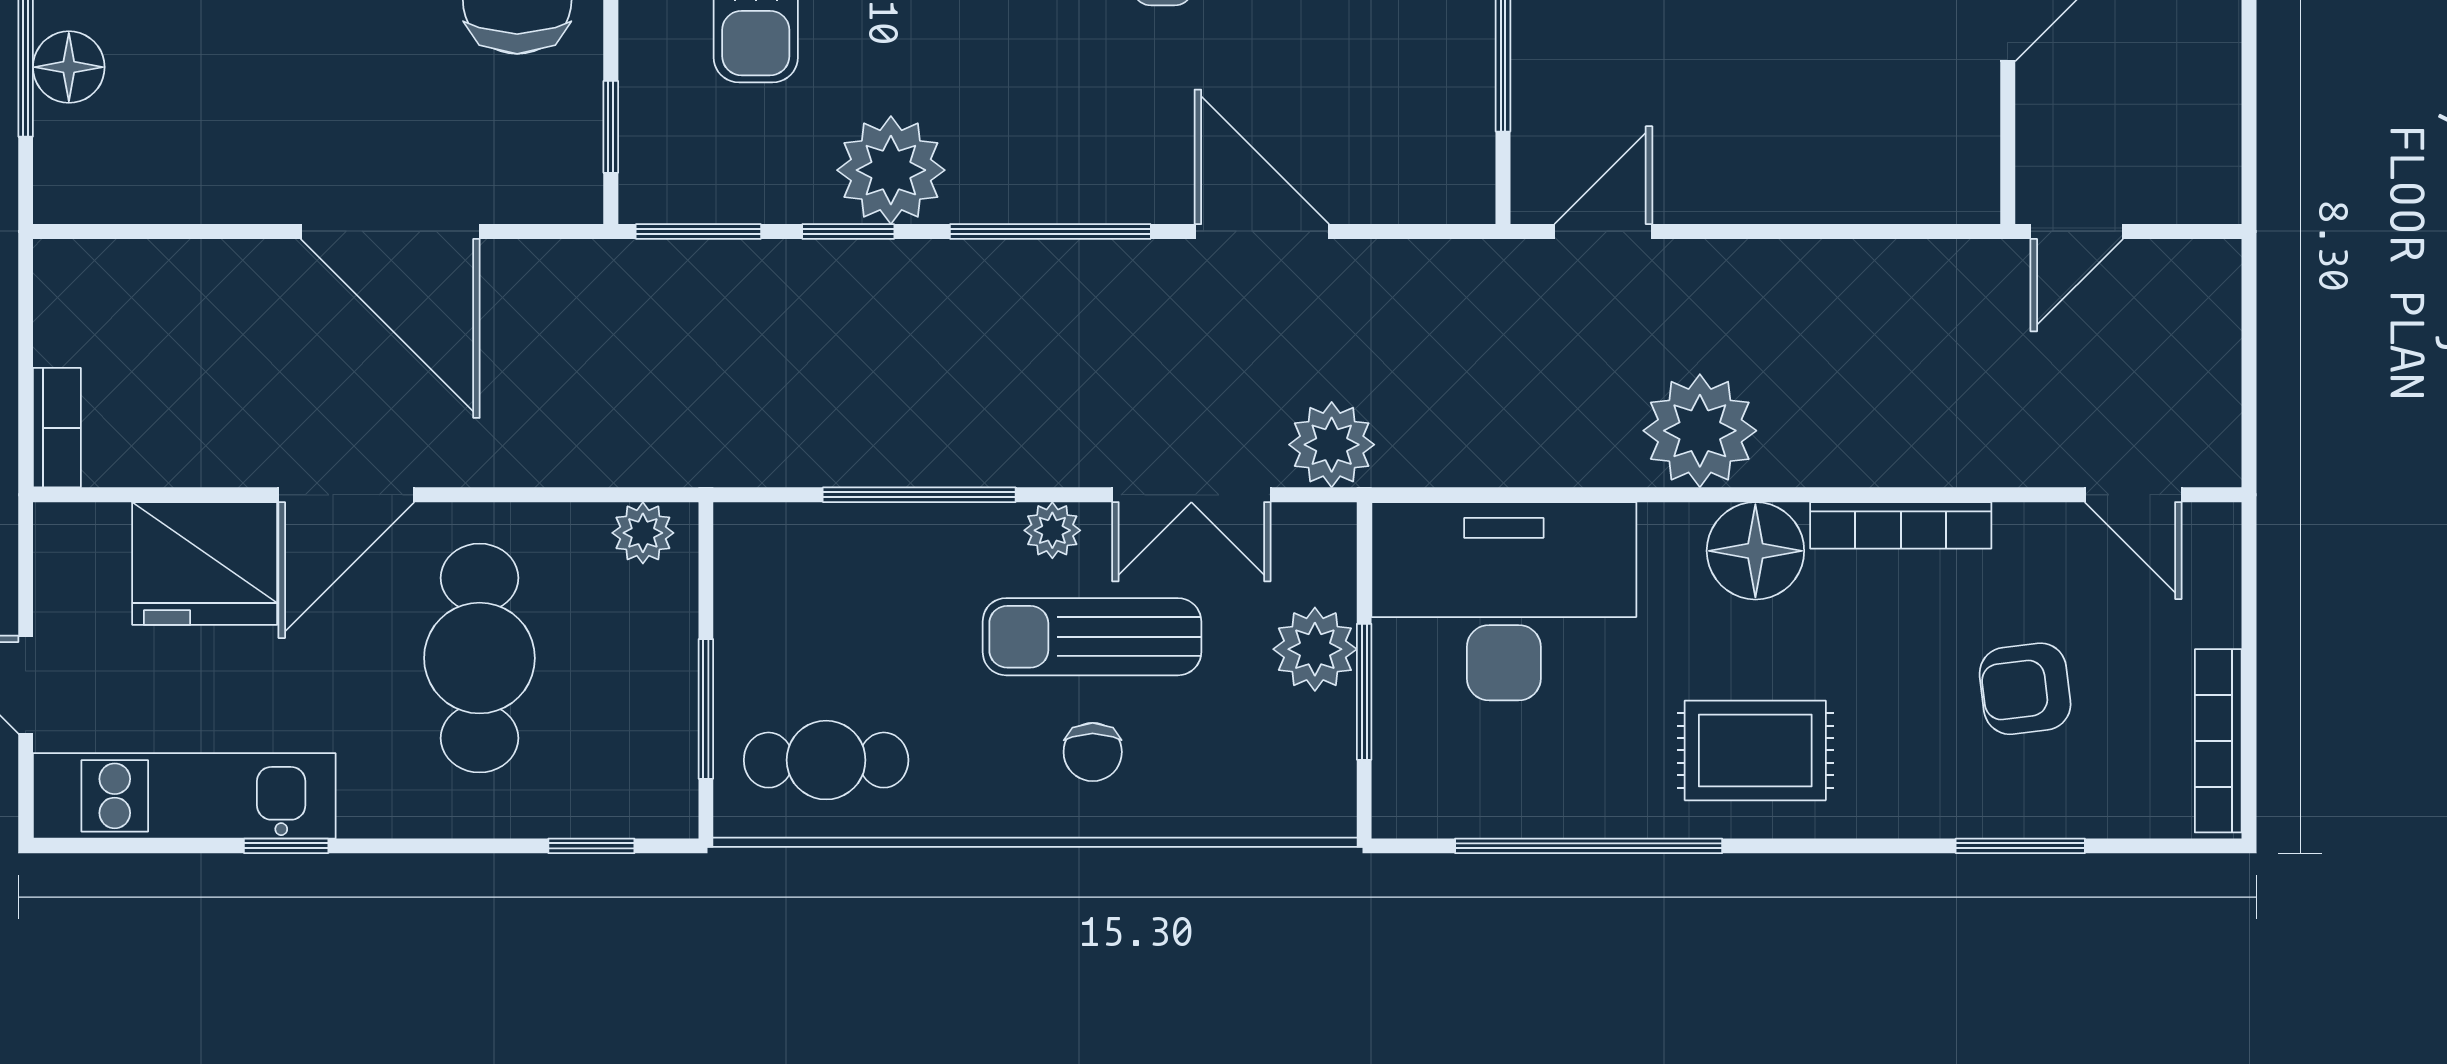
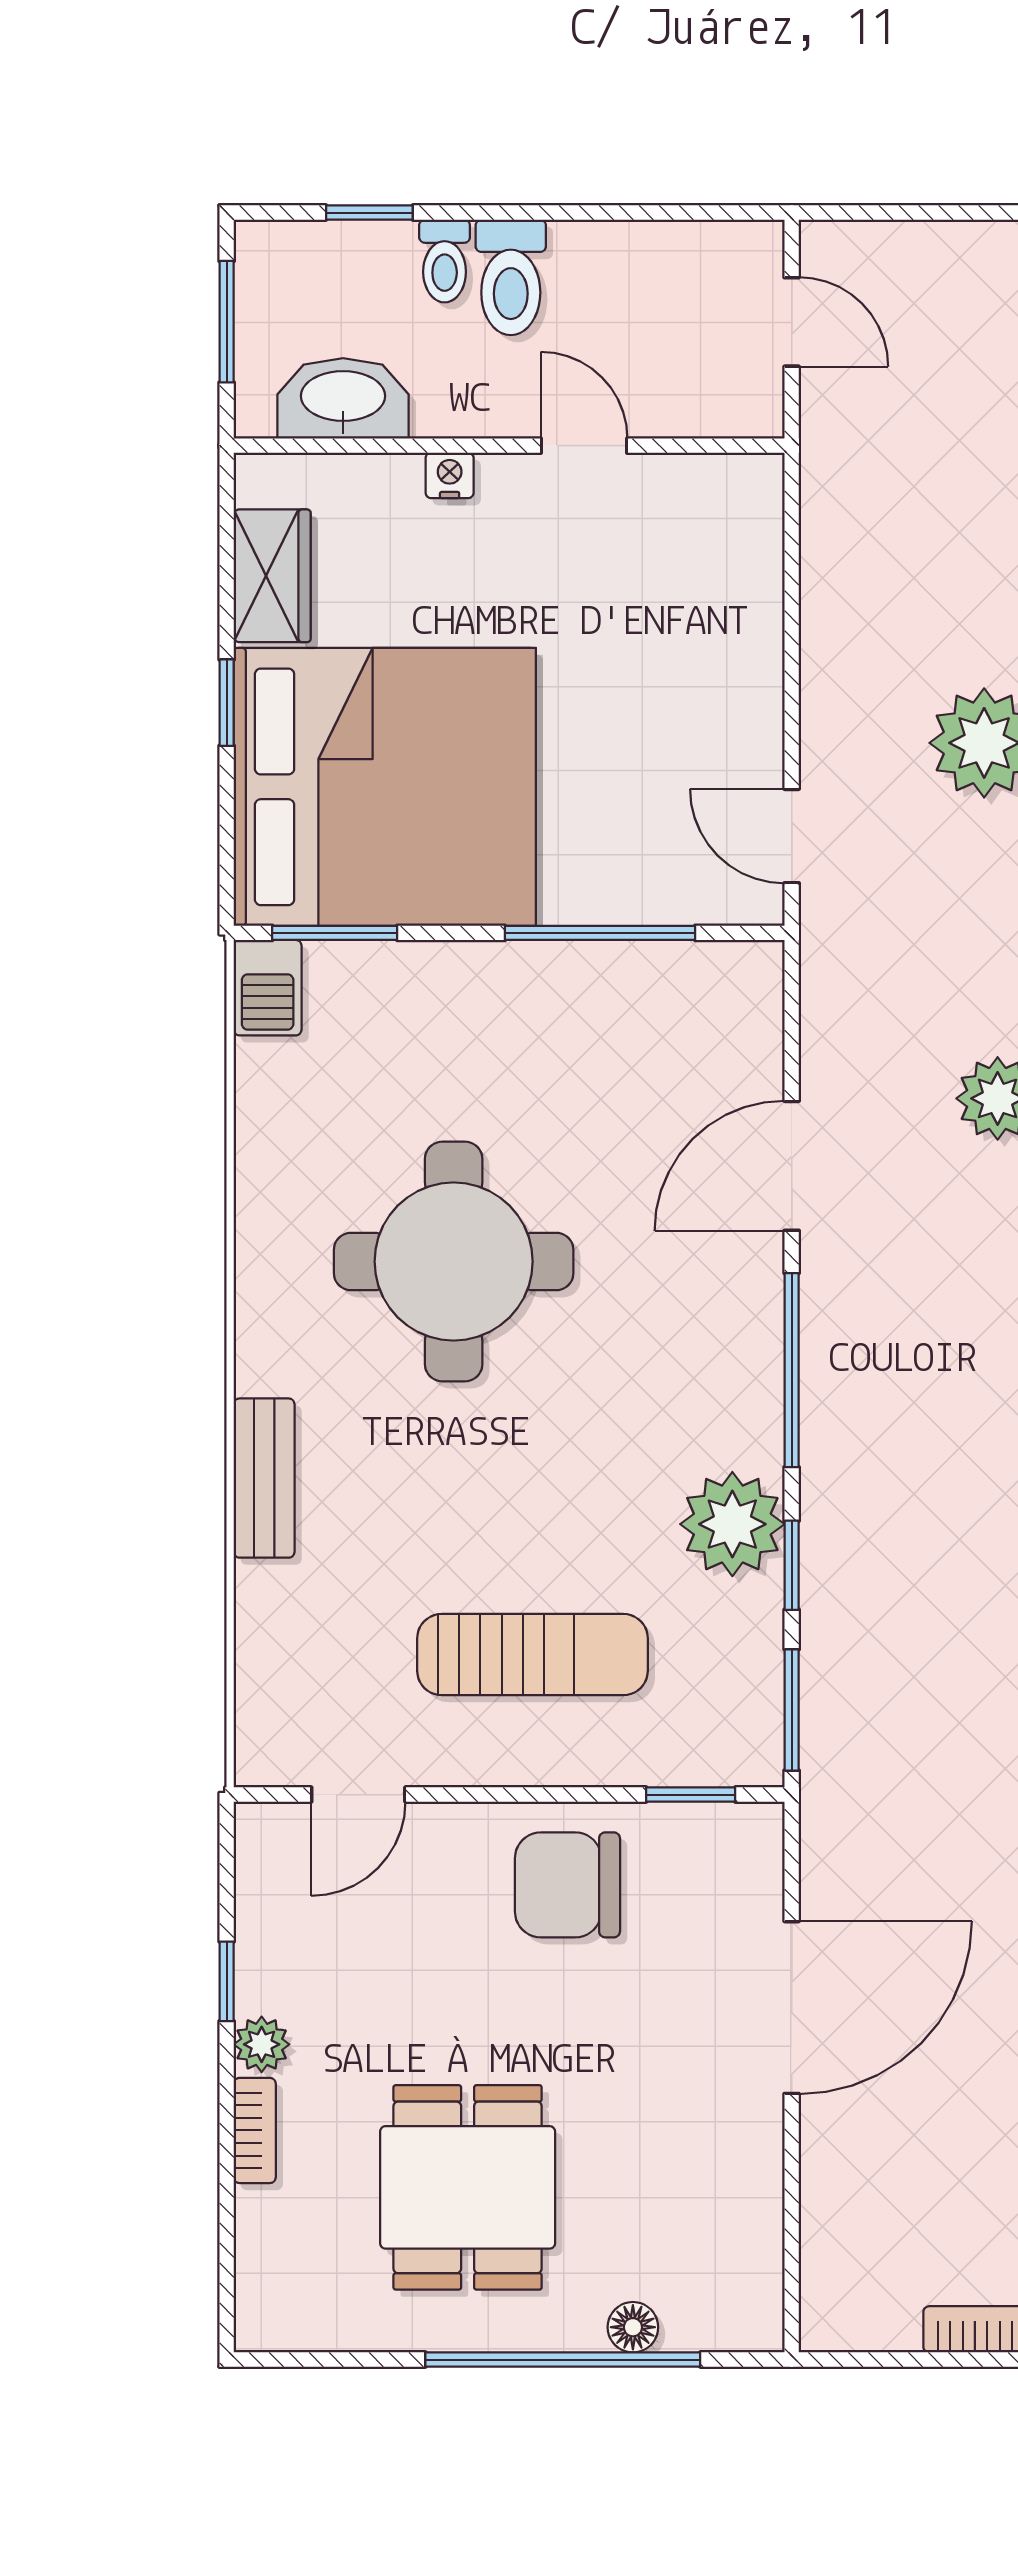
floor lamp: (69, 67) -> (633, 2327), width x0.73, depth x0.73
door: (2077, 231) -> (792, 322), moved

